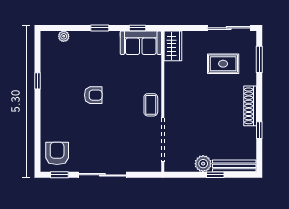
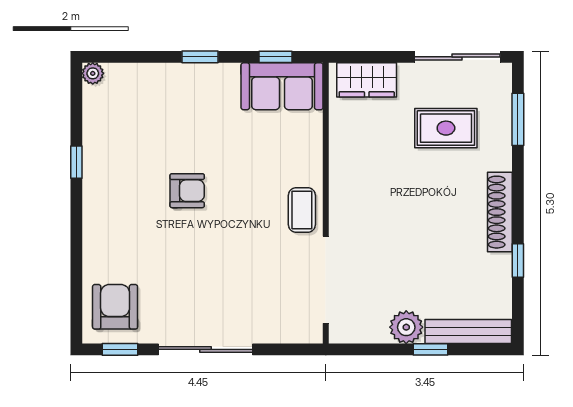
plant: (64, 36) -> (93, 73), moved
wardrobe: (173, 46) -> (367, 80), moved, turned 90

